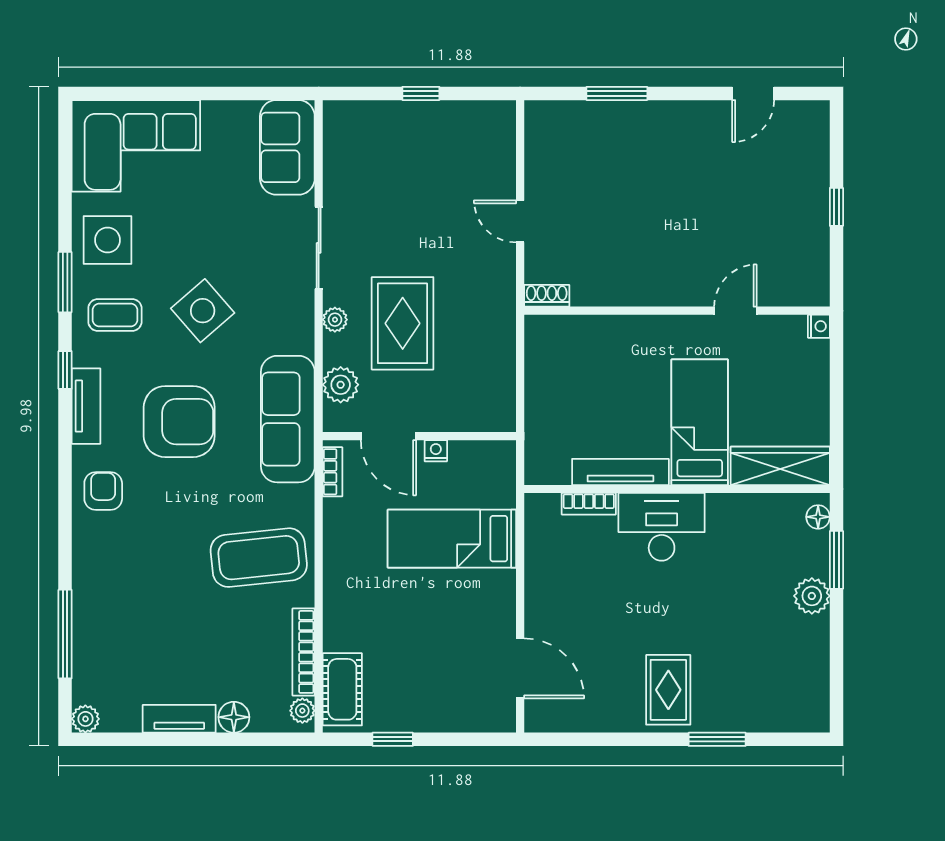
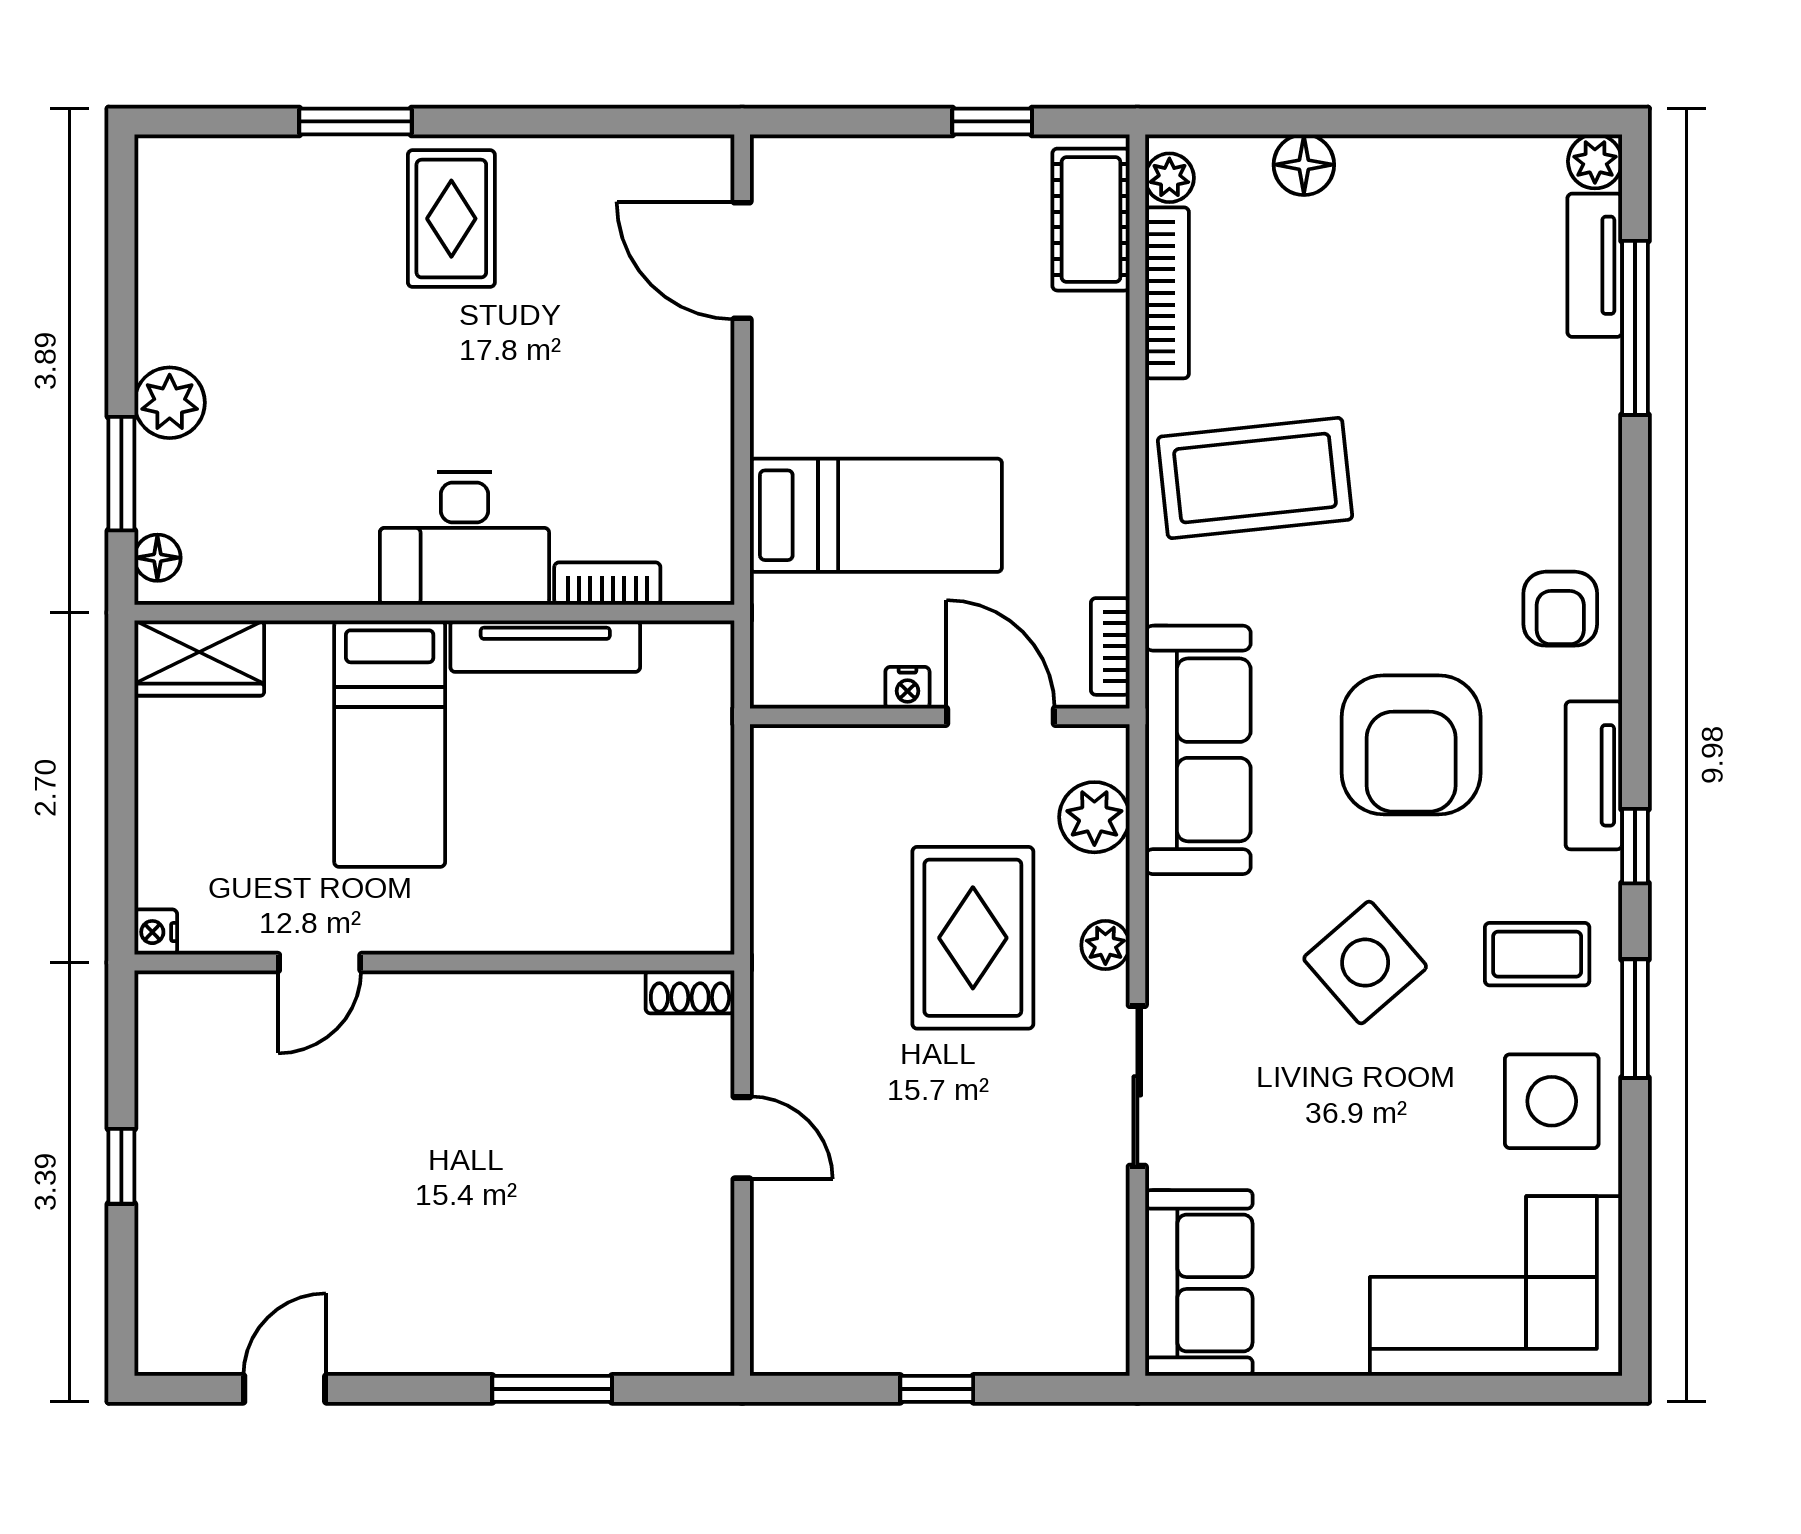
armchair: (179, 422) -> (1411, 745), turned -90
wardrobe: (780, 466) -> (199, 658), width x0.67
tv unit: (179, 719) -> (1595, 265), moved, turned 90

